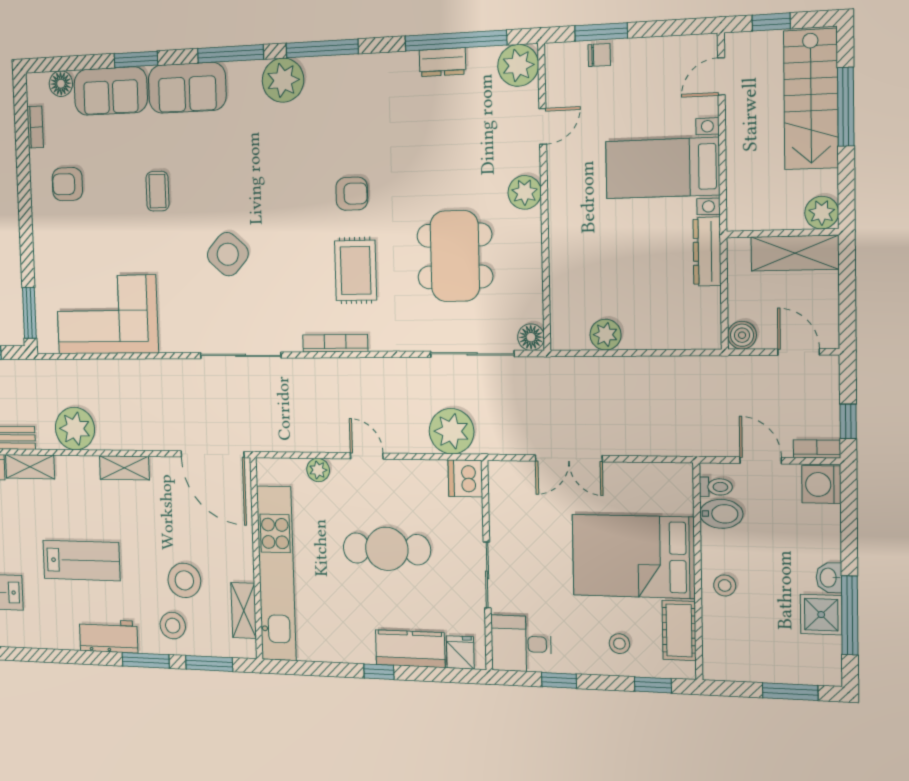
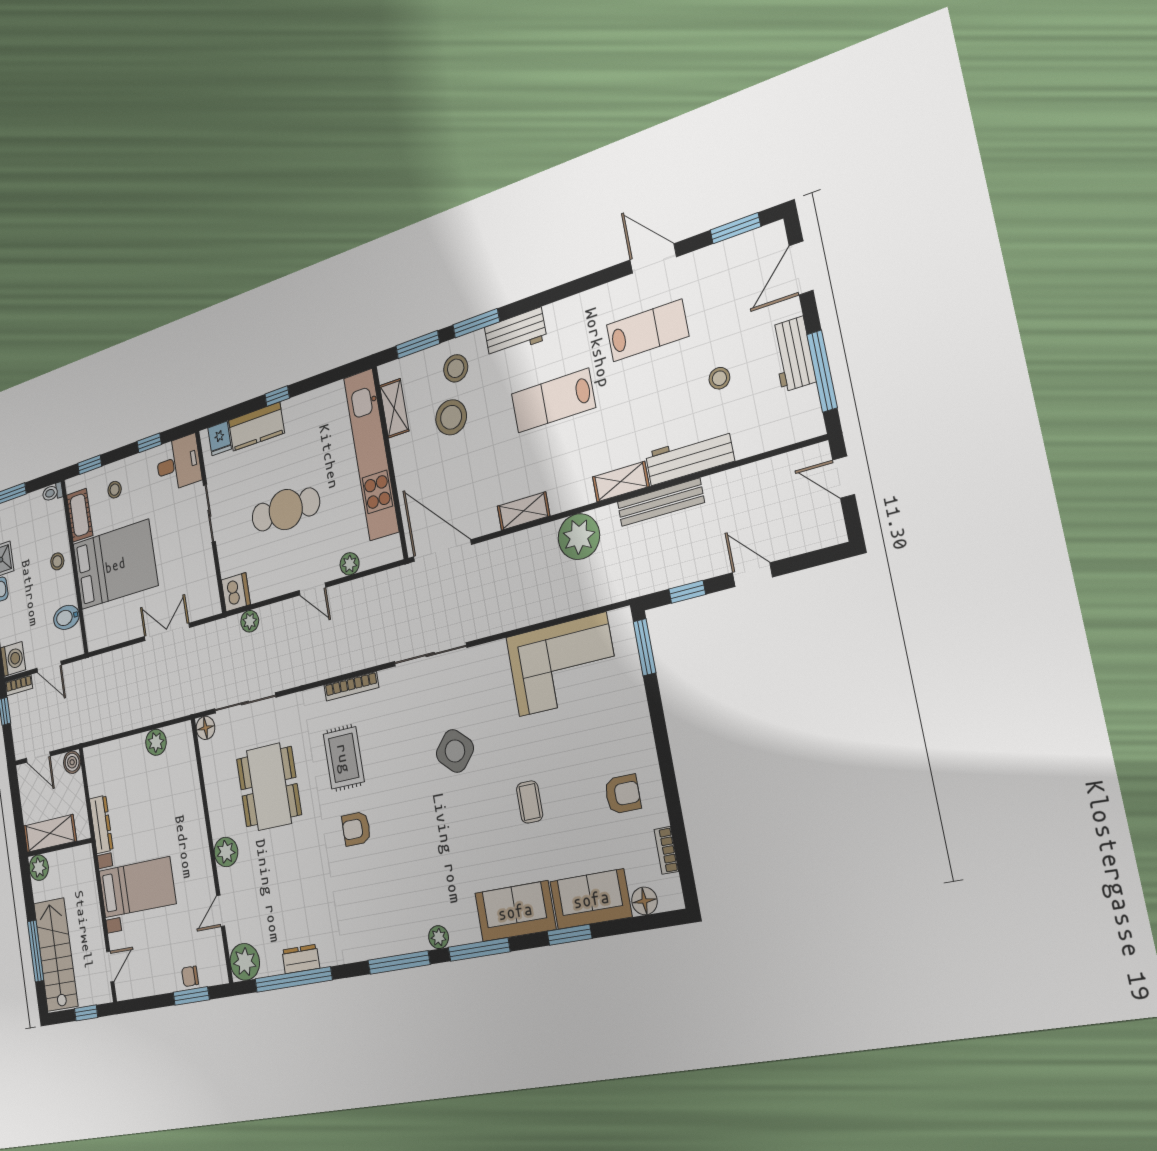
plant: (283, 80) -> (439, 937), width x0.53, depth x0.53
plant: (452, 431) -> (250, 621), width x0.53, depth x0.53
toilet: (716, 487) -> (53, 492), moved

